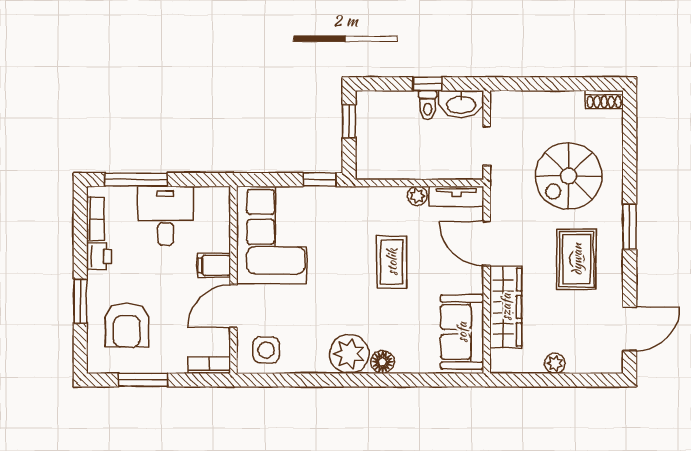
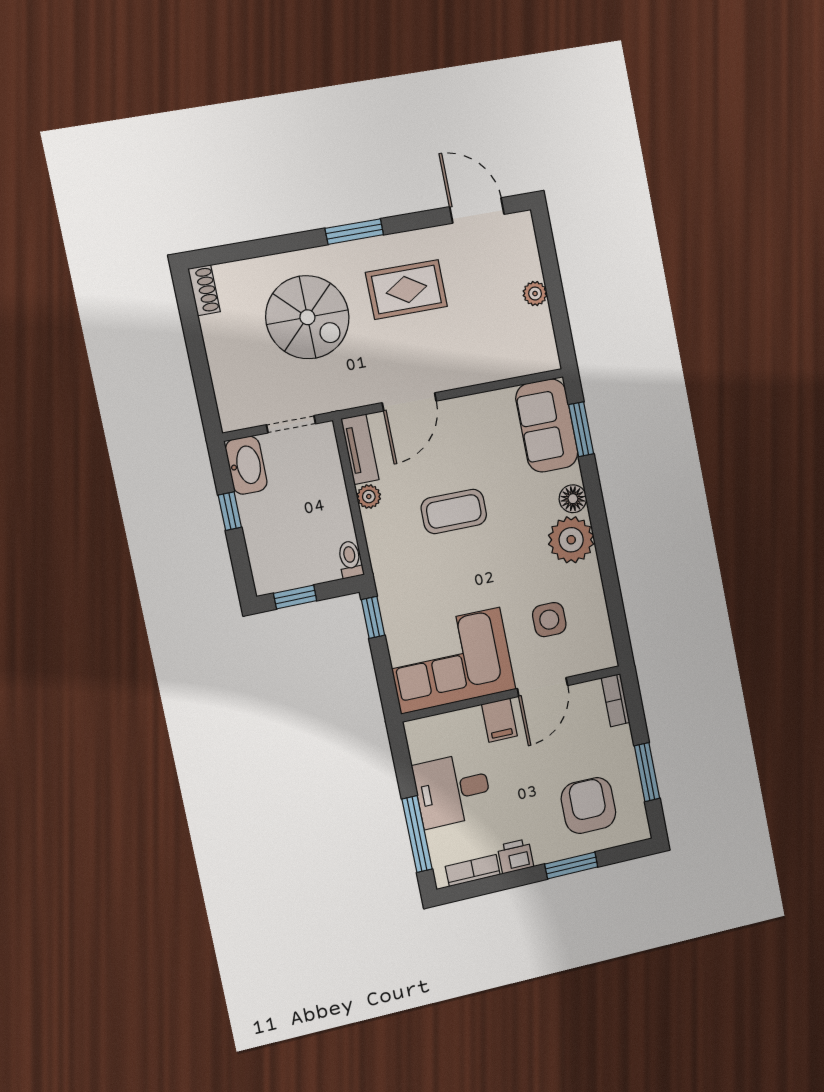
toilet: (428, 105) -> (350, 559), moved, turned -90
door: (233, 306) -> (543, 687), hinge flipped
wardrobe: (506, 307) -> (480, 365), removed
armchair: (127, 325) -> (588, 805), turned -90
sofa: (462, 332) -> (547, 426), moved, turned 90
side table: (266, 350) -> (549, 620), moved
window: (438, 380) -> (581, 429), added

